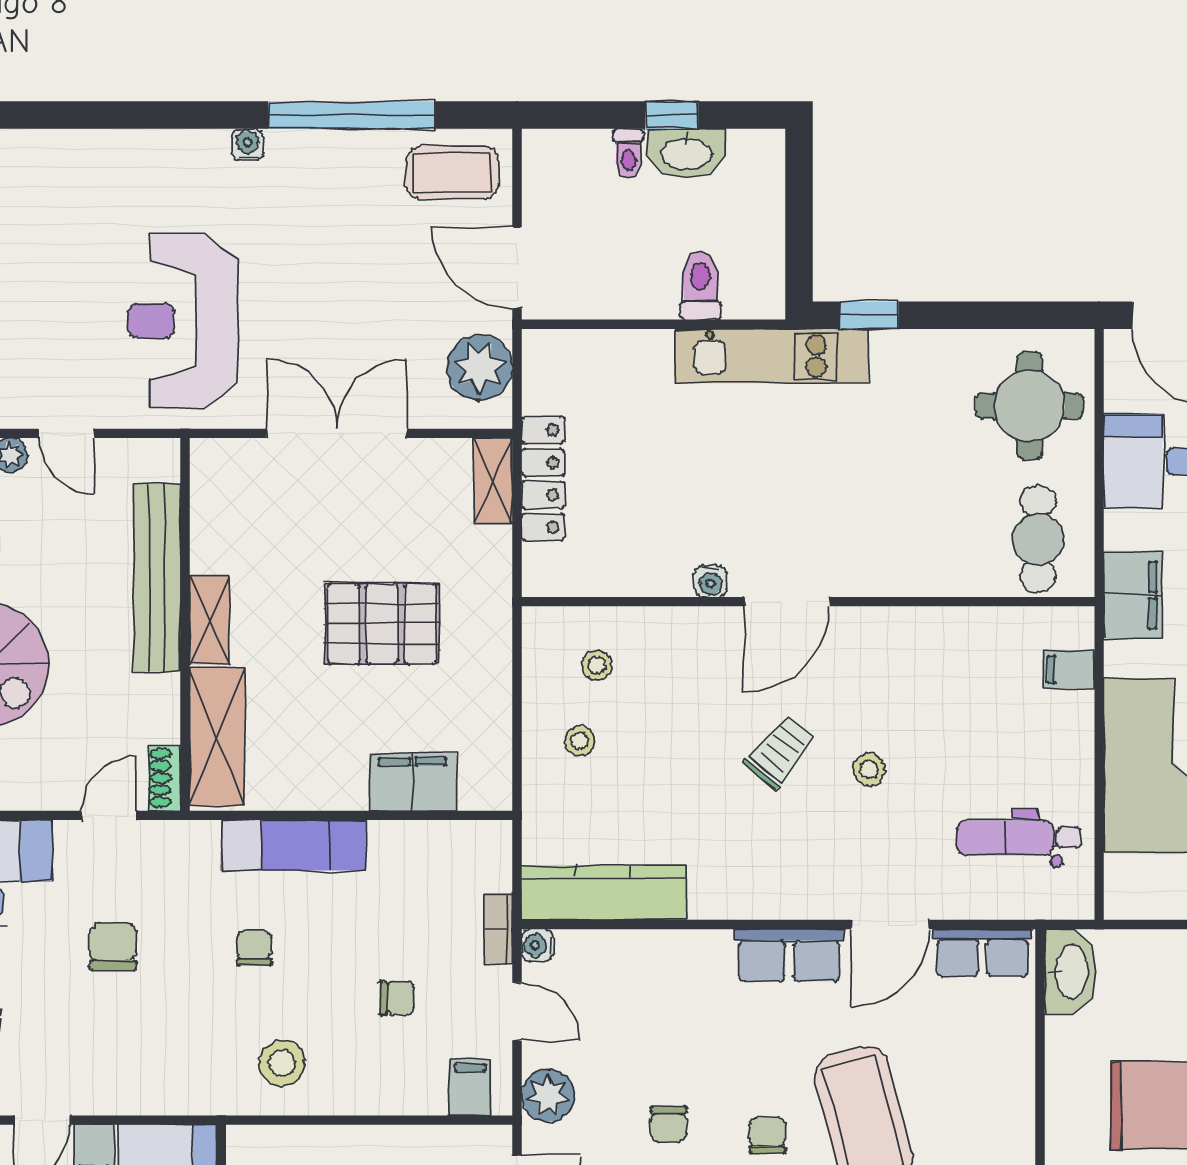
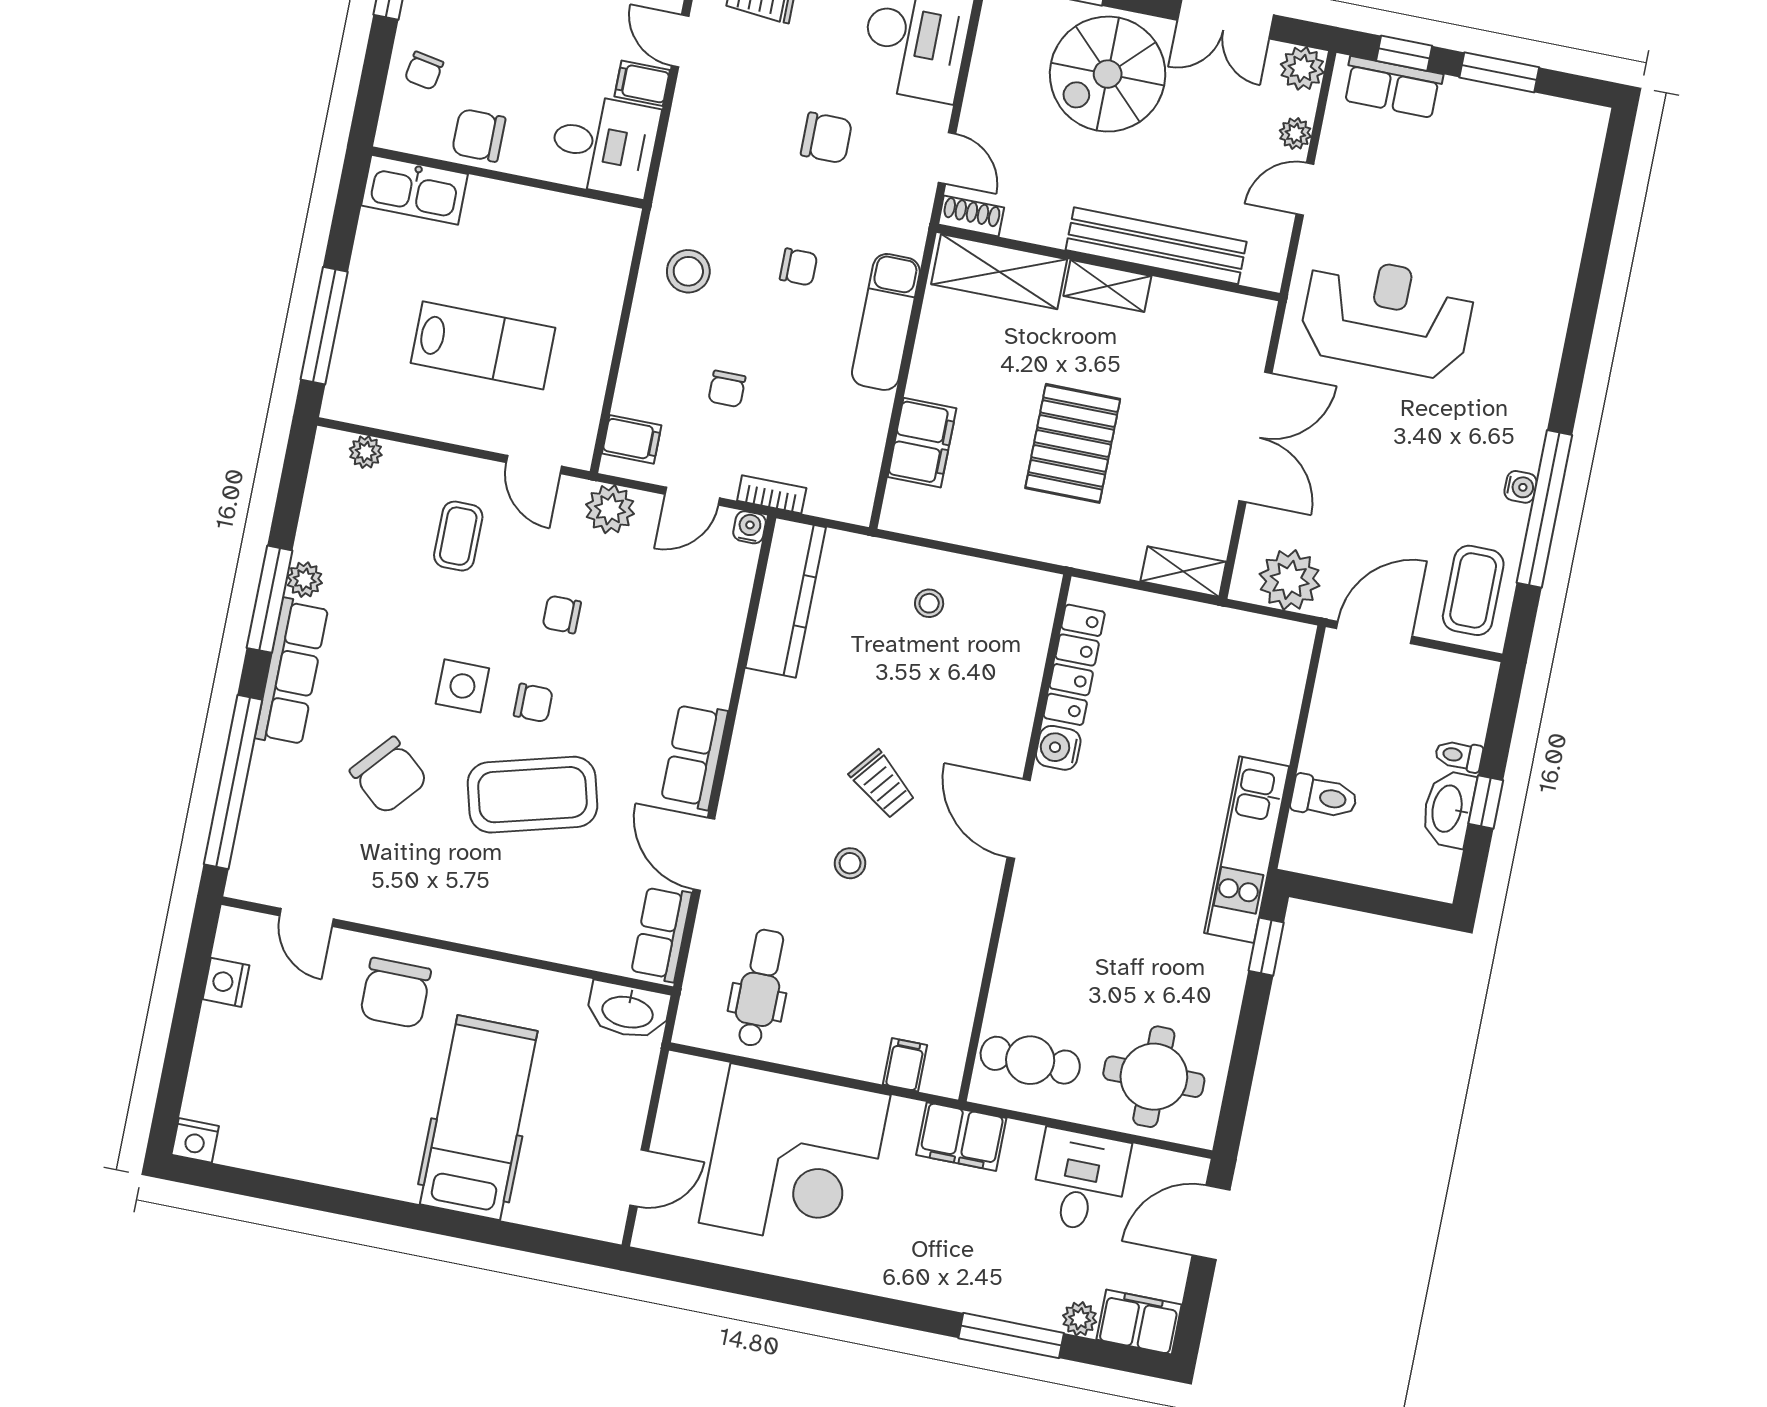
water cooler: (248, 145) -> (1520, 487), moved
locker: (543, 479) -> (1074, 665), moved, turned -90
water cooler: (711, 581) -> (1058, 748), width x1.38, depth x1.38
stool: (597, 665) -> (996, 633), removed

